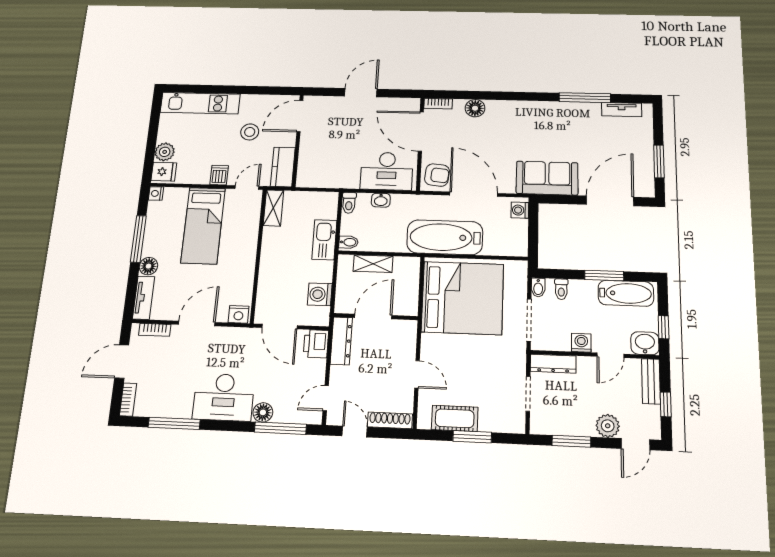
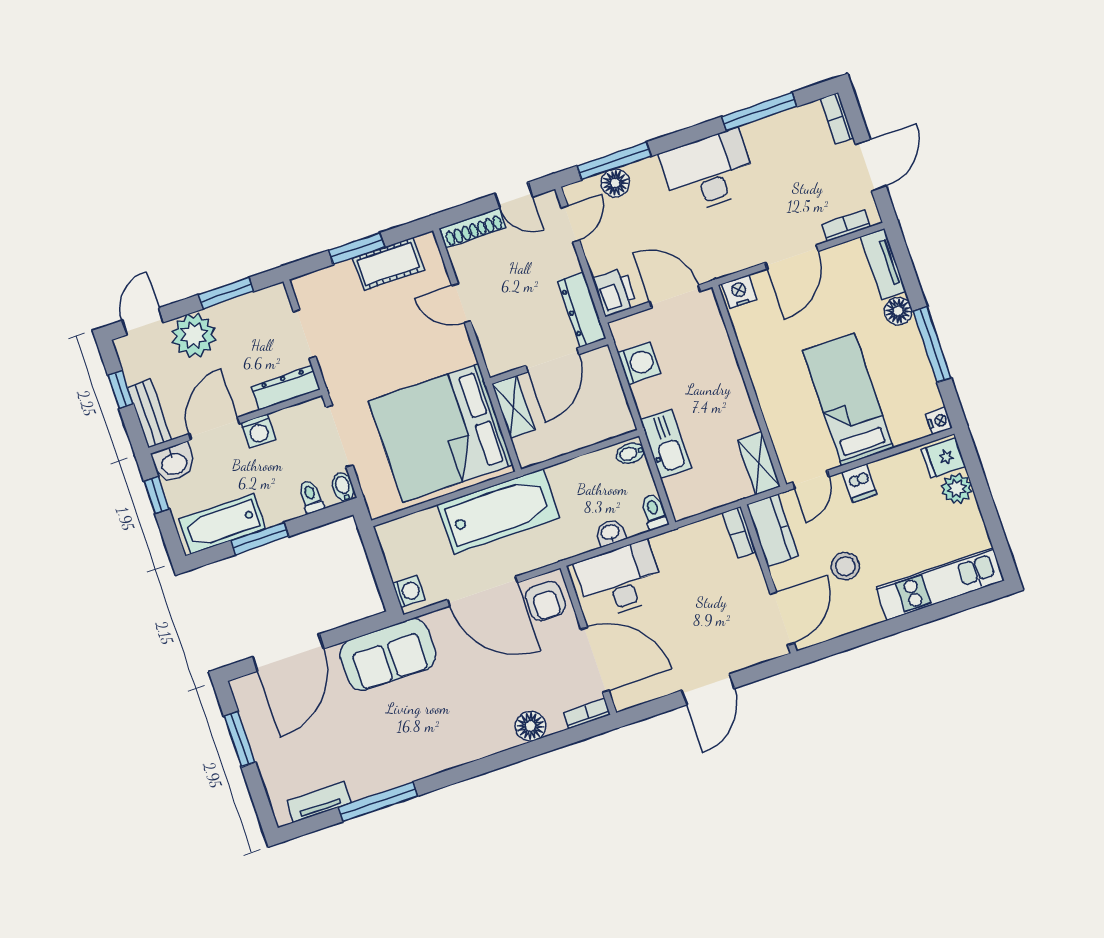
bookcase: (303, 173) -> (739, 532), added
armchair: (437, 175) -> (545, 601), turned -96
shelving: (373, 264) -> (513, 407), moved, turned 90
door: (610, 355) -> (214, 429), width x1.38
floor lamp: (263, 412) -> (615, 183), moved
plant: (608, 426) -> (194, 335), width x1.36, depth x1.36

